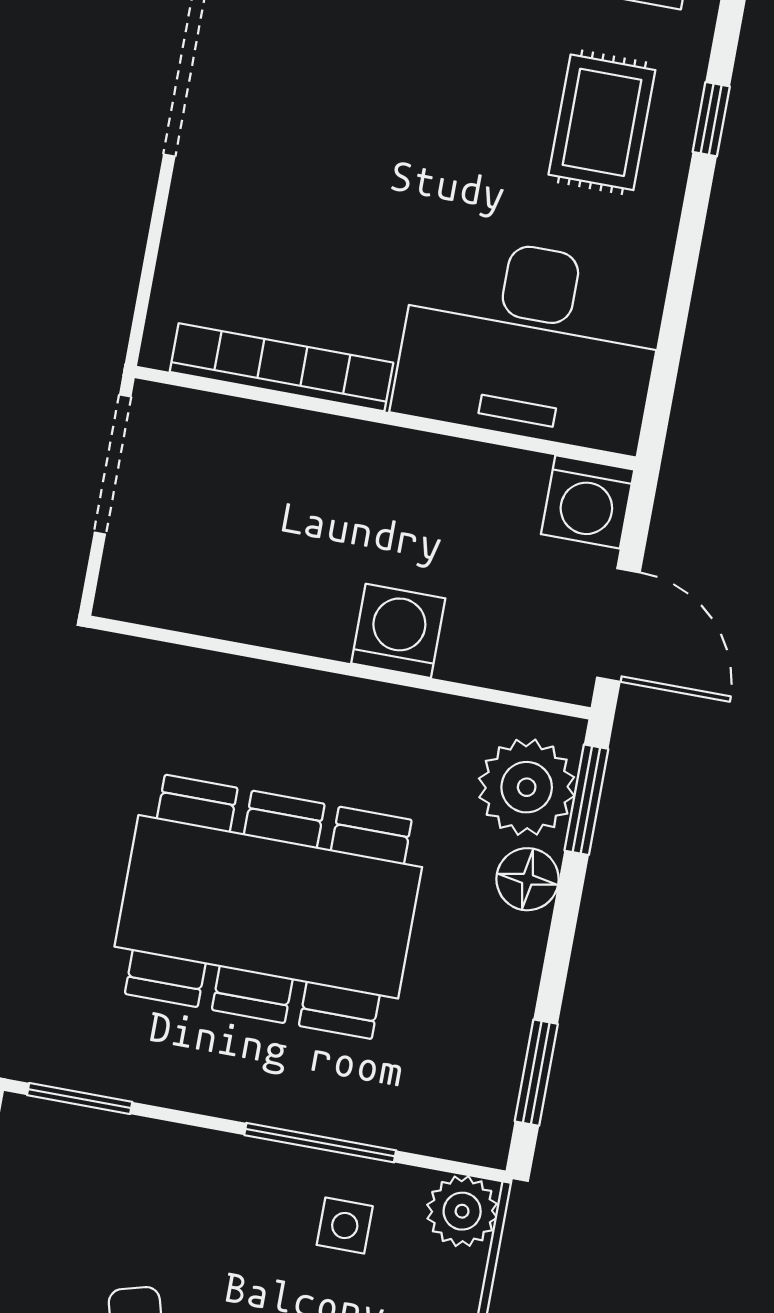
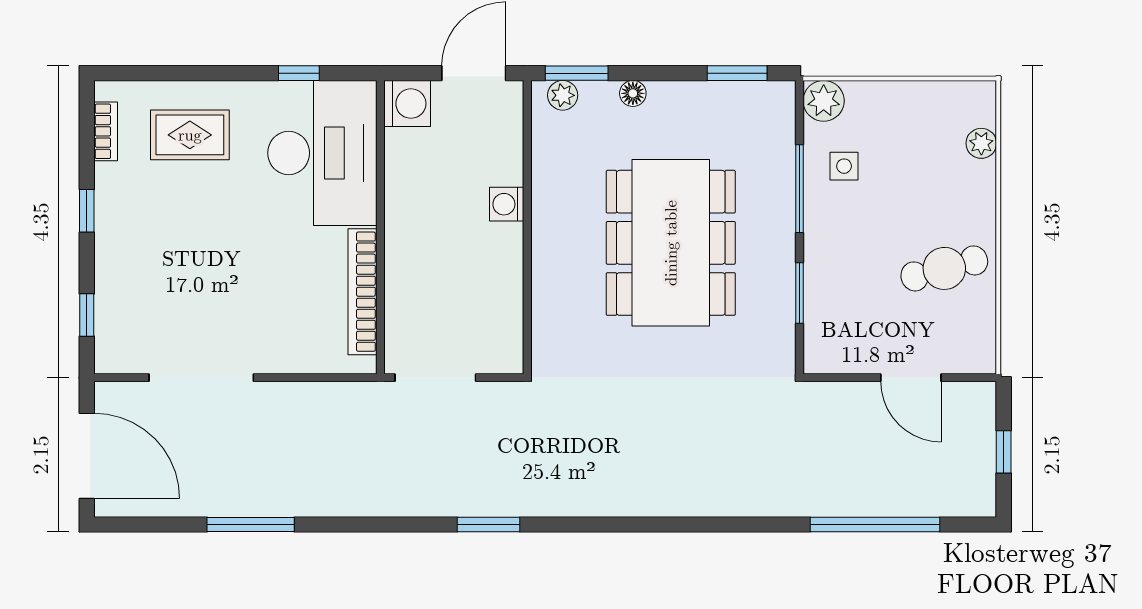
window: (711, 119) -> (299, 73), moved
washing machine: (398, 631) -> (507, 204), width x0.73, depth x0.73
plant: (527, 787) -> (563, 95), width x0.53, depth x0.53
floor lamp: (528, 879) -> (633, 93), width x0.73, depth x0.73
window: (80, 1099) -> (799, 293), moved

